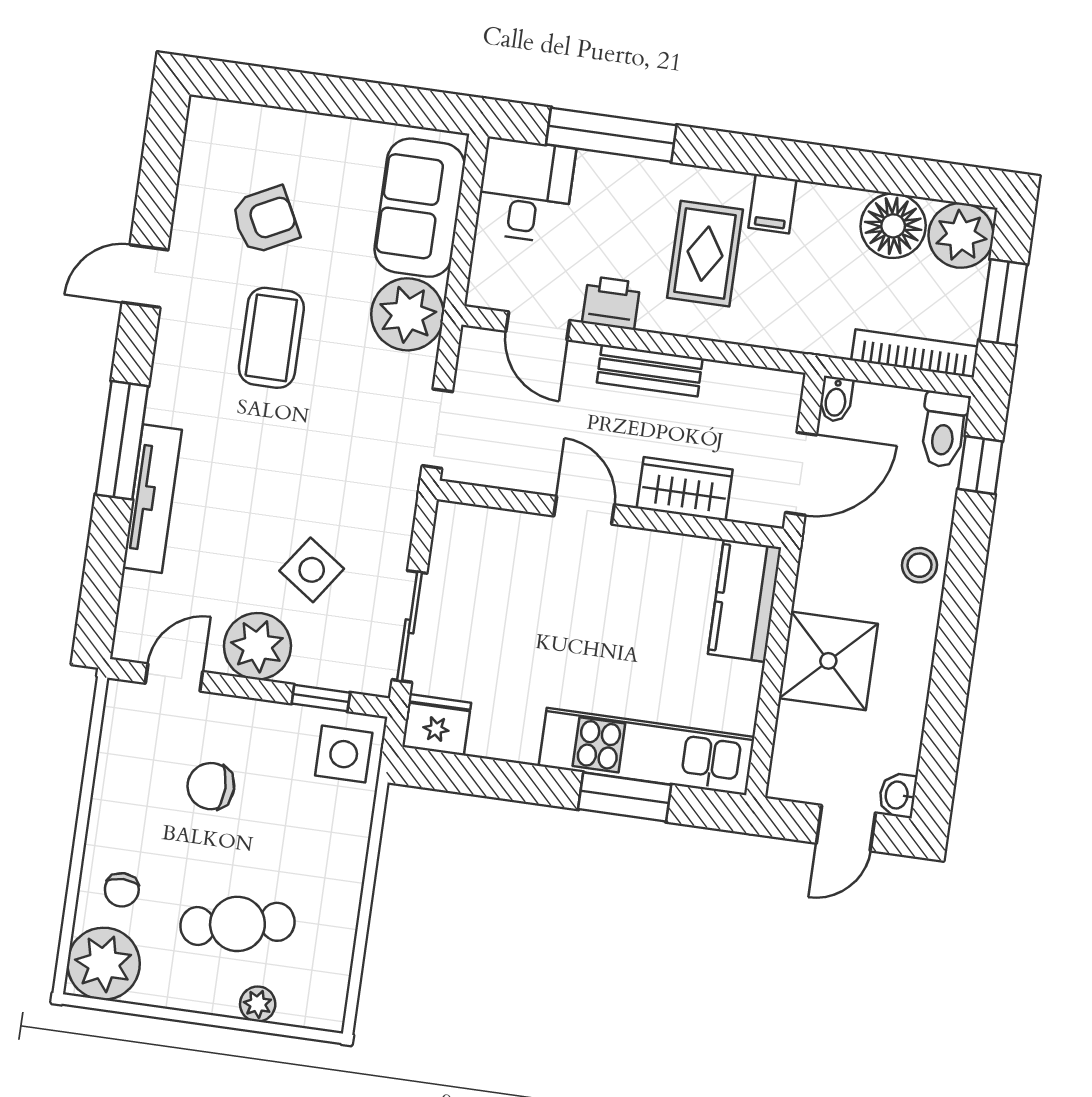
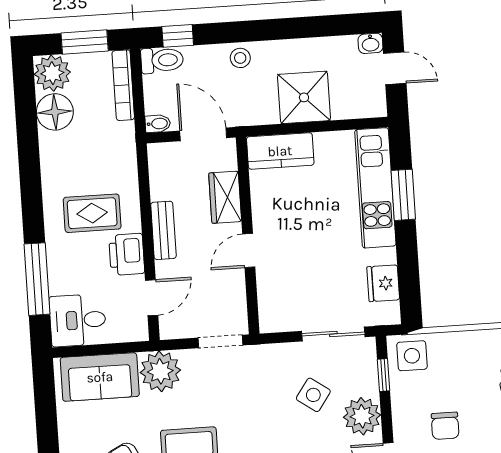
filing cabinet: (772, 204) -> (57, 182), removed
printer: (611, 303) -> (127, 254), width x1.36, depth x1.24
fridge: (437, 725) -> (383, 283), moved

